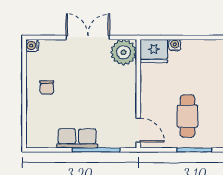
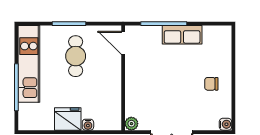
fridge: (154, 51) -> (68, 119), moved
plant: (124, 52) -> (131, 124), width x0.53, depth x0.53
chair: (47, 87) -> (211, 84), turned -90

